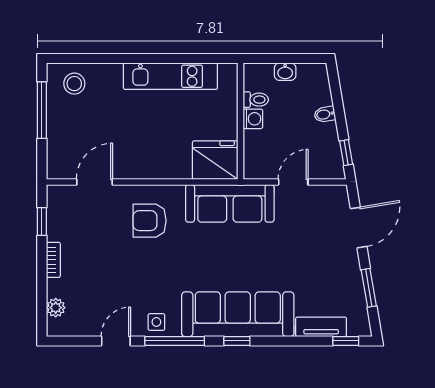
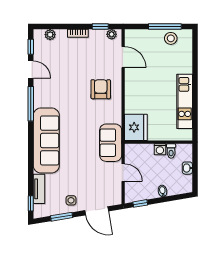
stool: (74, 84) -> (171, 38), moved
plant: (55, 202) -> (112, 34), added
sofa: (230, 203) -> (111, 143), width x0.73
side table: (156, 322) -> (71, 200), moved
window: (237, 341) -> (31, 47), moved

